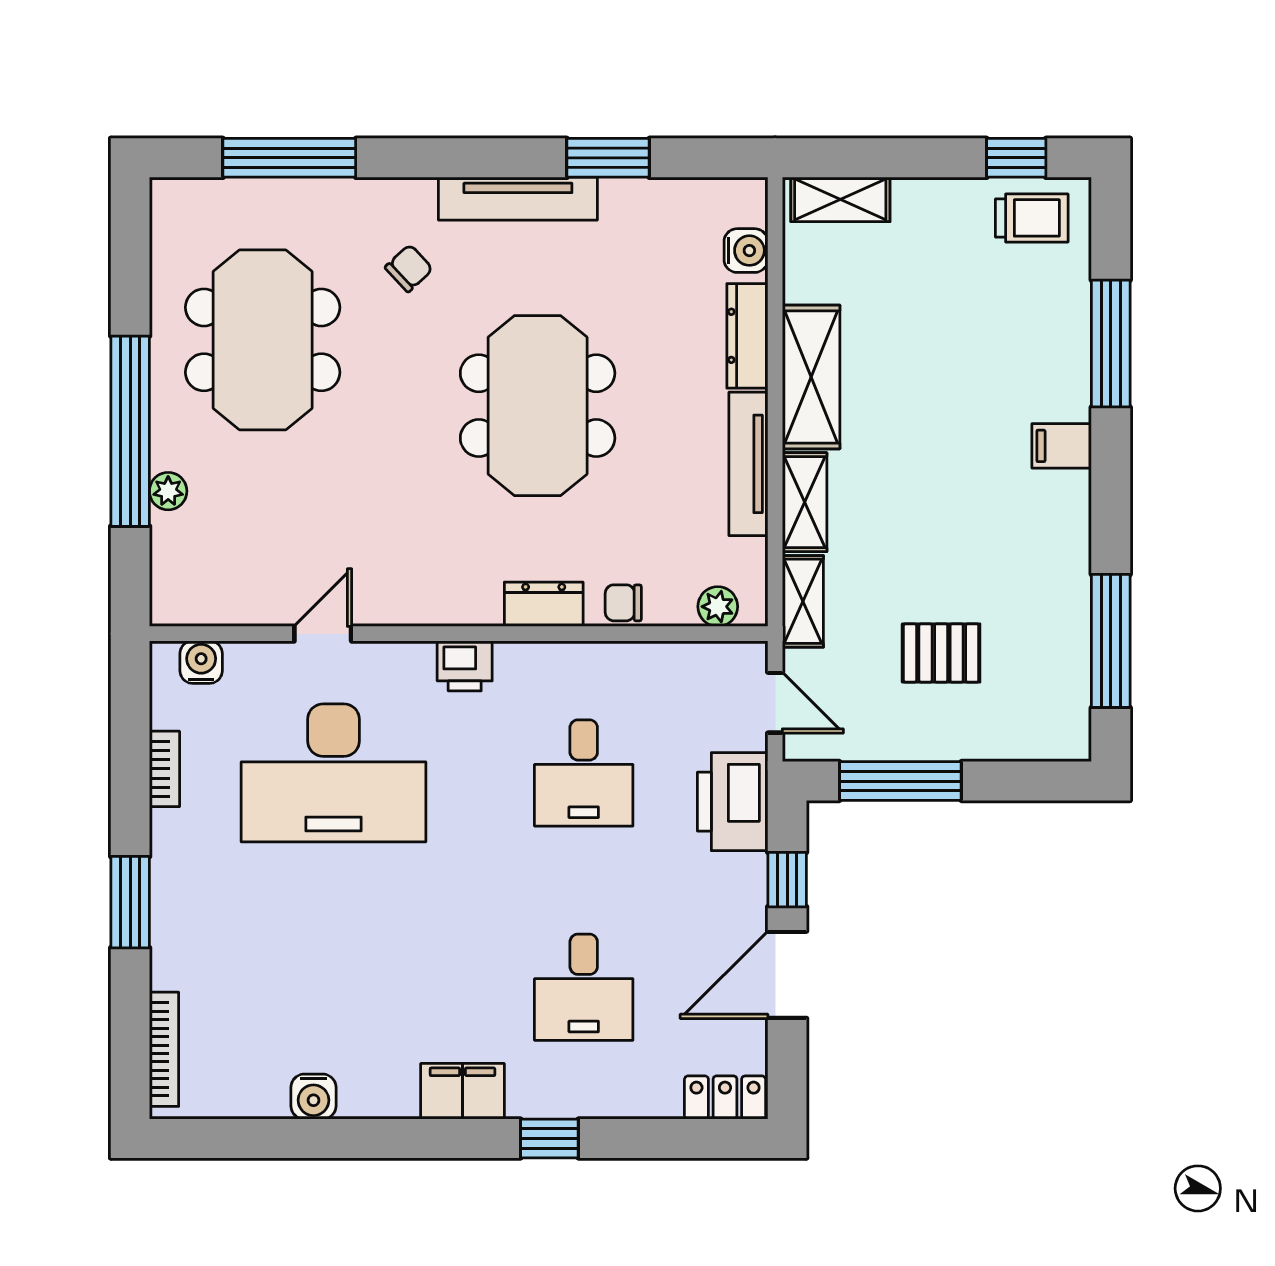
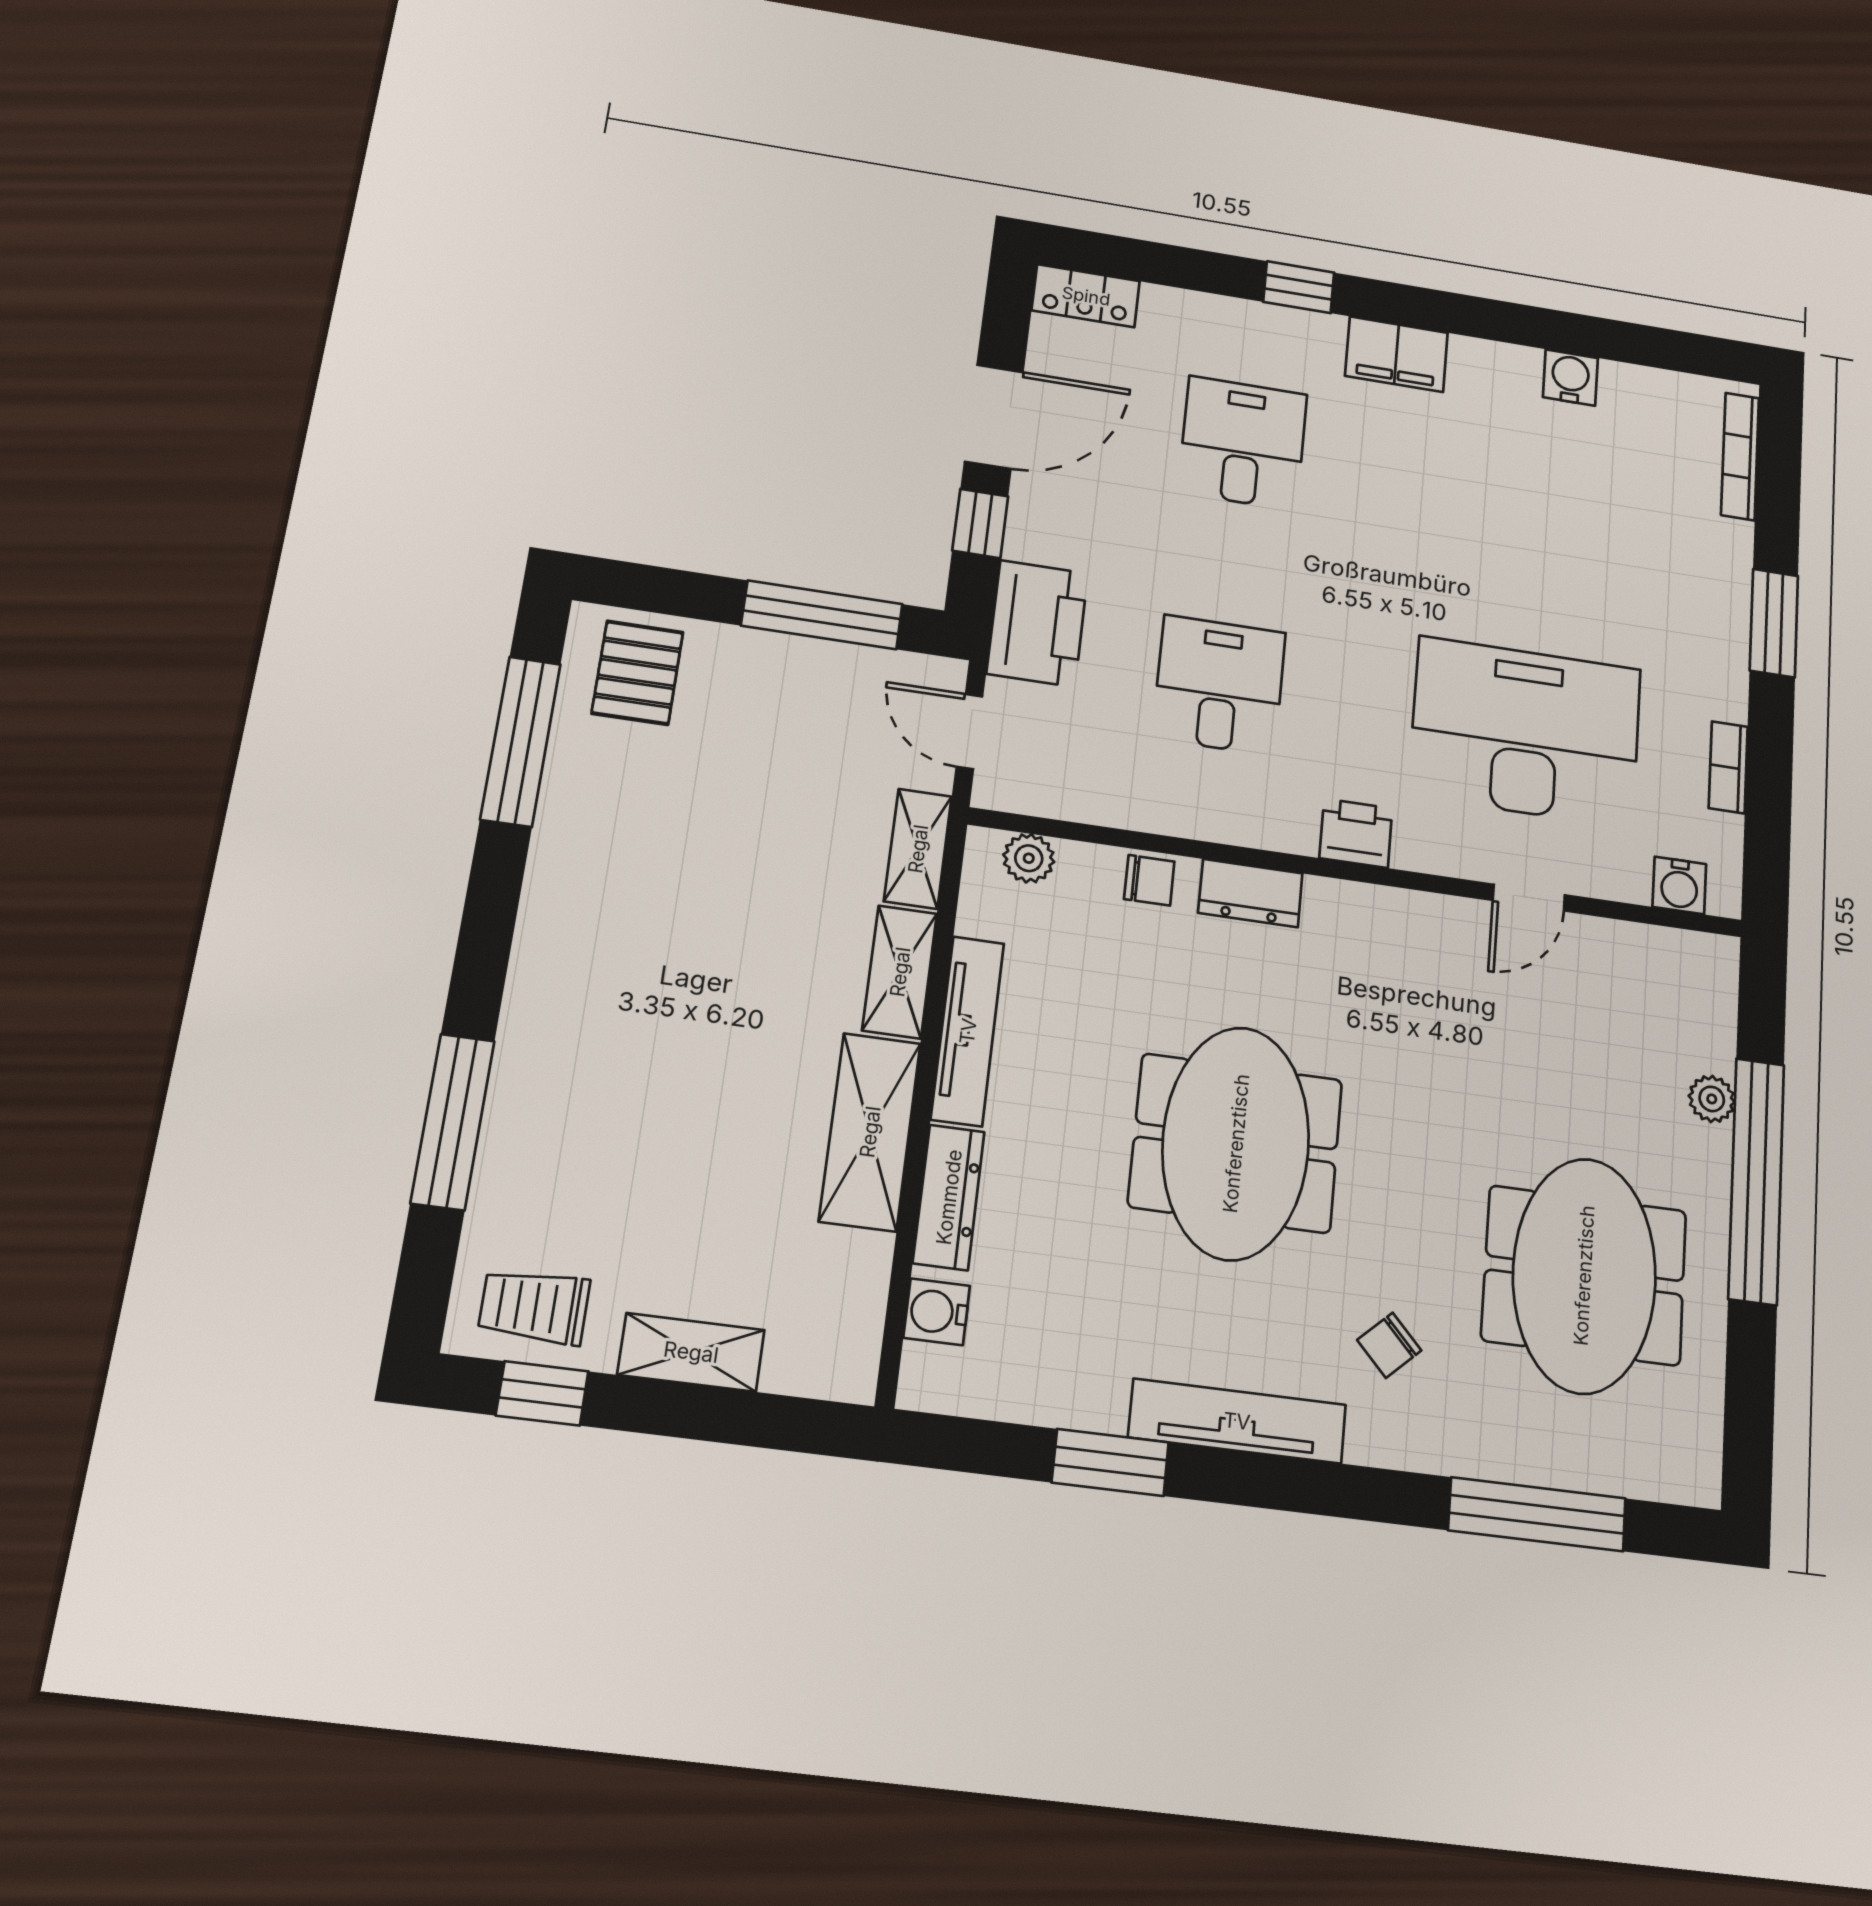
shelving: (840, 199) -> (691, 1352), moved
filing cabinet: (1062, 446) -> (544, 996), removed
pallet: (941, 653) -> (638, 673), moved, turned 90

